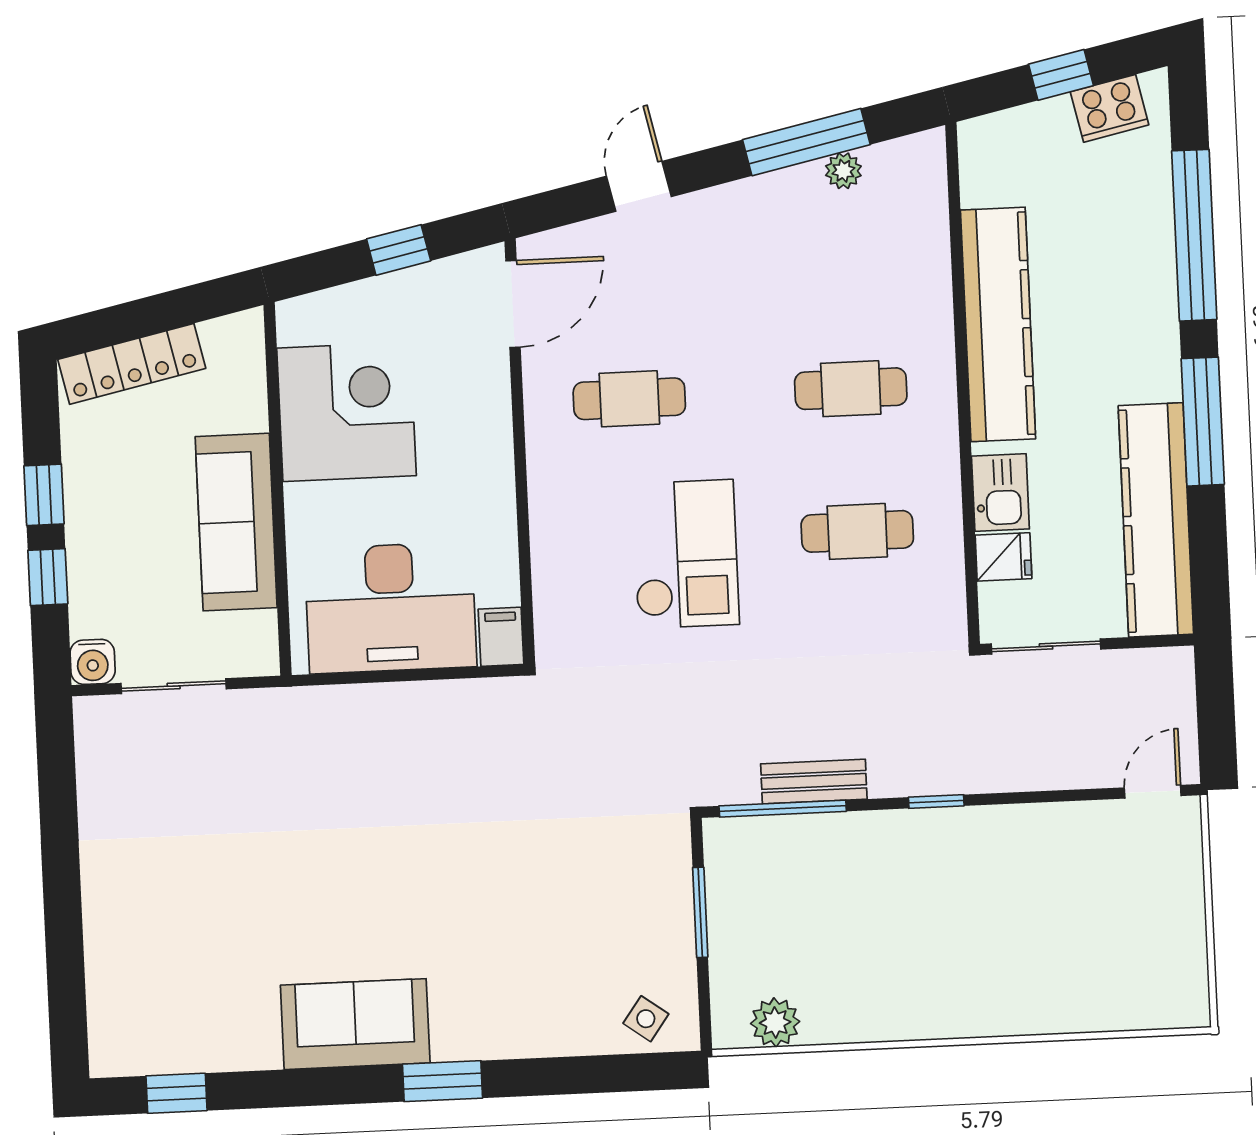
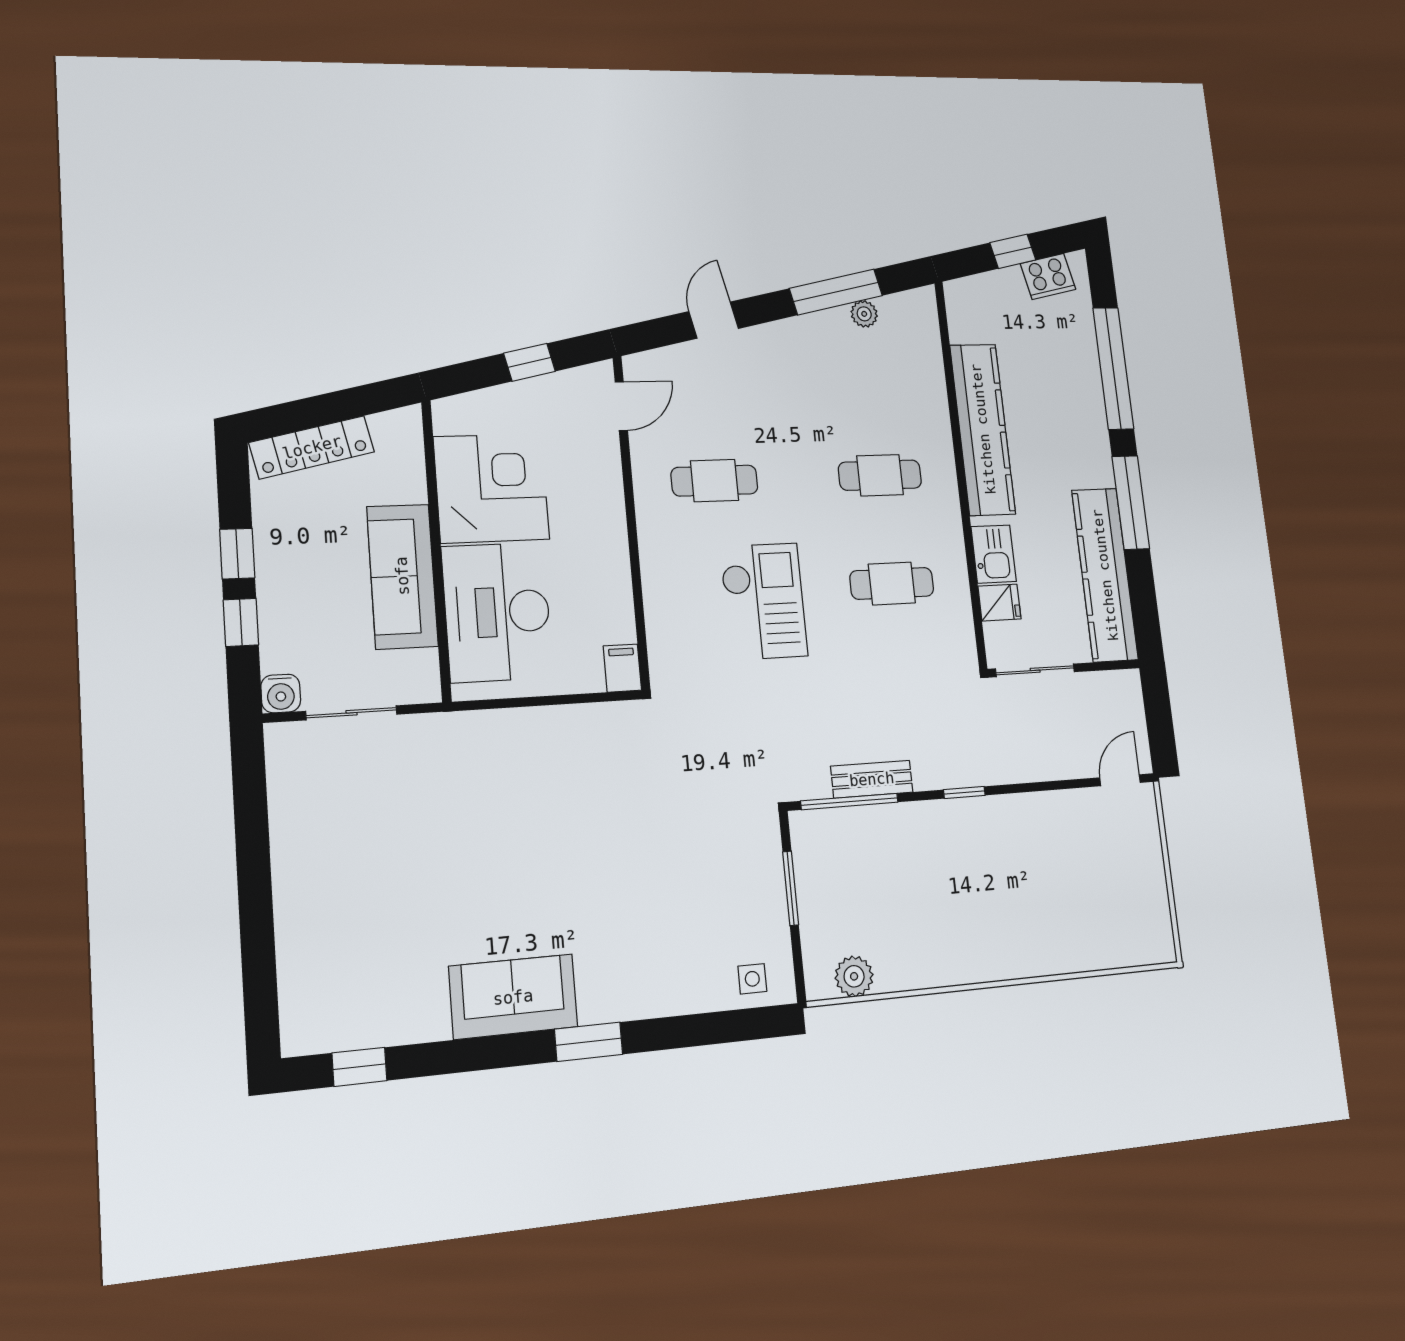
door: (513, 304) -> (621, 406), width x0.73
desk: (391, 608) -> (497, 612), moved, turned 90
side table: (646, 1019) -> (752, 979), turned -36

